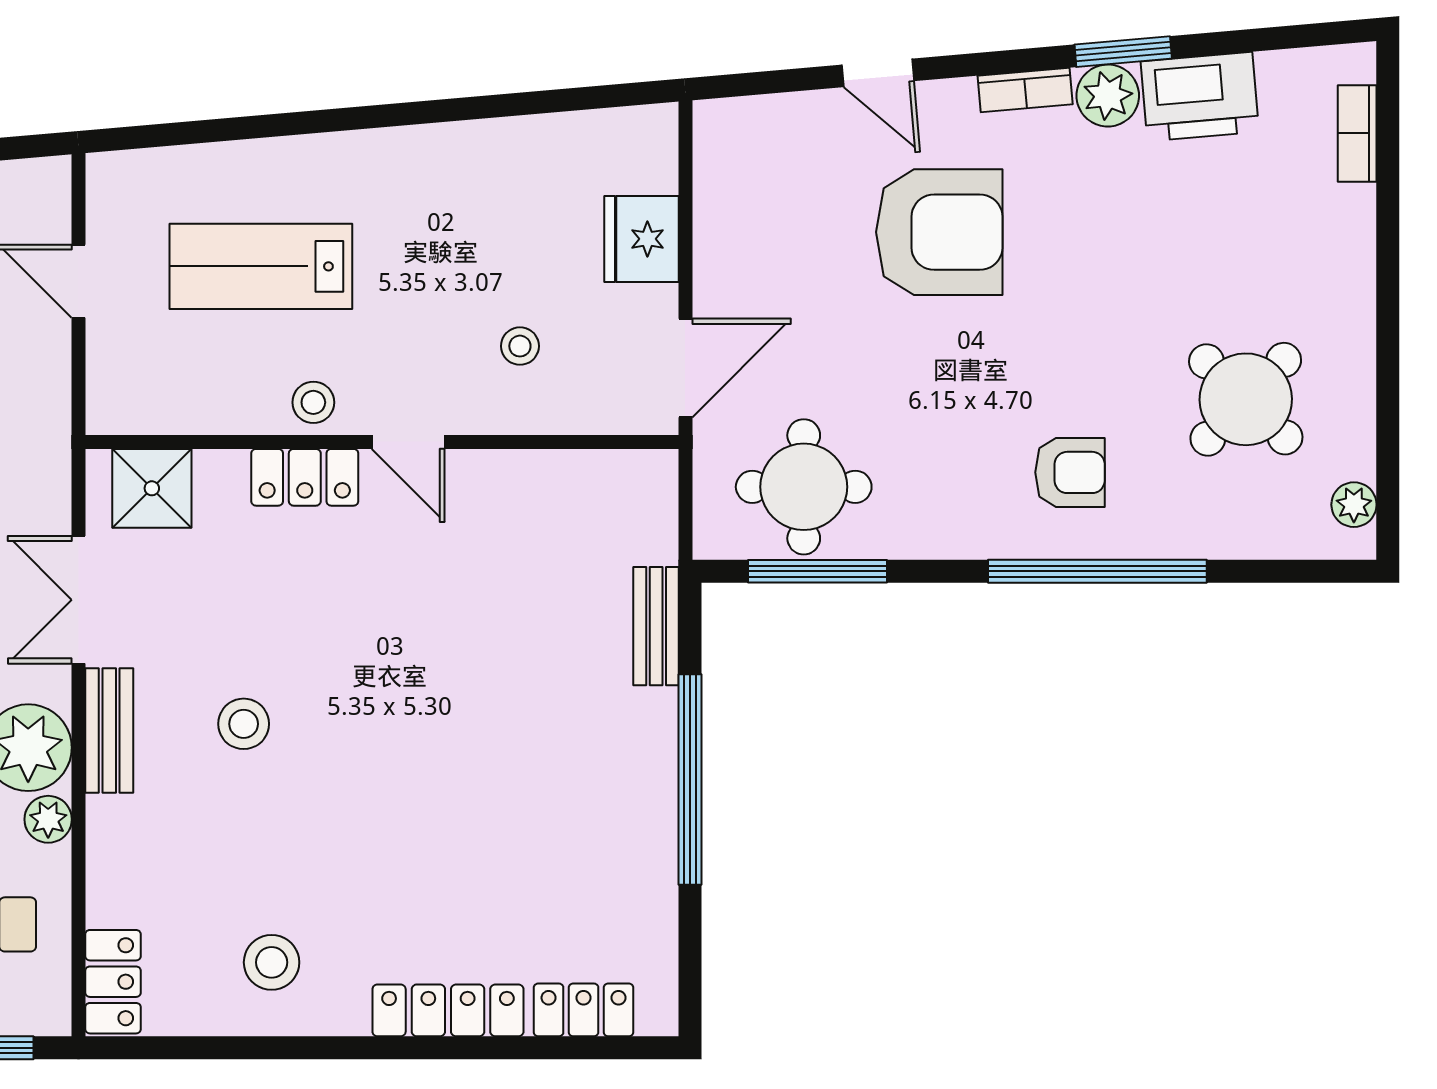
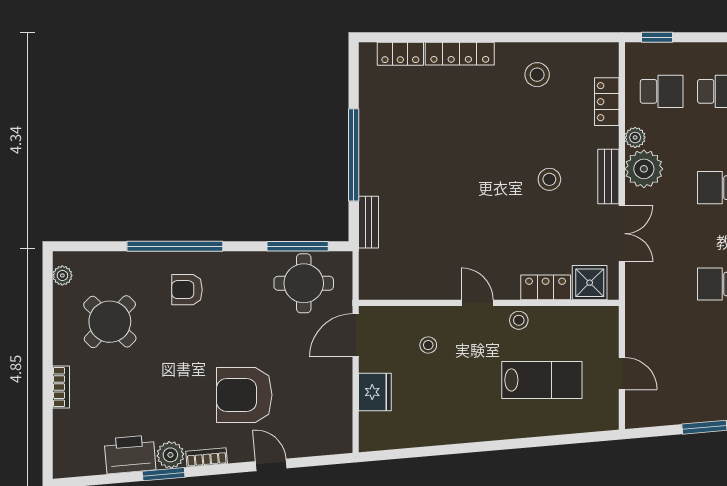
bookcase: (1357, 133) -> (61, 387), moved
locker: (305, 477) -> (546, 287), moved
locker: (113, 982) -> (607, 102), moved

